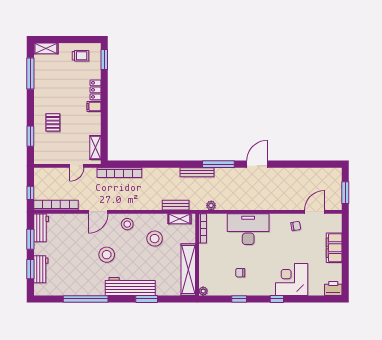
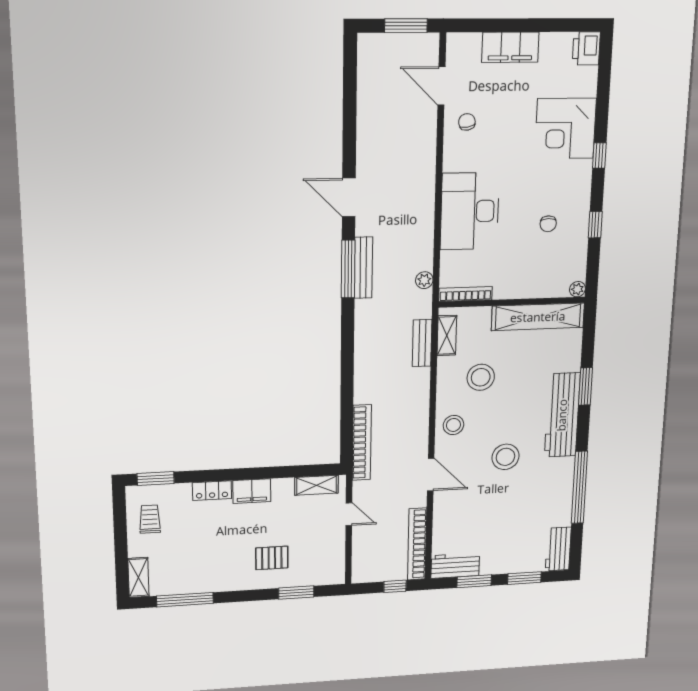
filing cabinet: (94, 106) -> (252, 491), width x2.00
bench: (197, 172) -> (363, 268), moved
workbench: (41, 269) -> (558, 549), moved, turned -90

